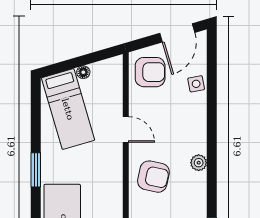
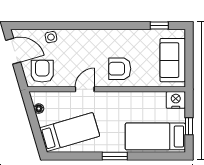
floor lamp: (83, 72) -> (39, 109), moved
plant: (199, 163) -> (109, 35), removed
armchair: (153, 177) -> (120, 69), turned -102

